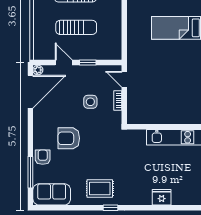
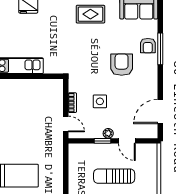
plant: (38, 70) -> (108, 133), moved
door: (30, 92) -> (160, 111), width x0.73
armchair: (69, 138) -> (122, 65), turned -90
window: (30, 172) -> (160, 49), moved

